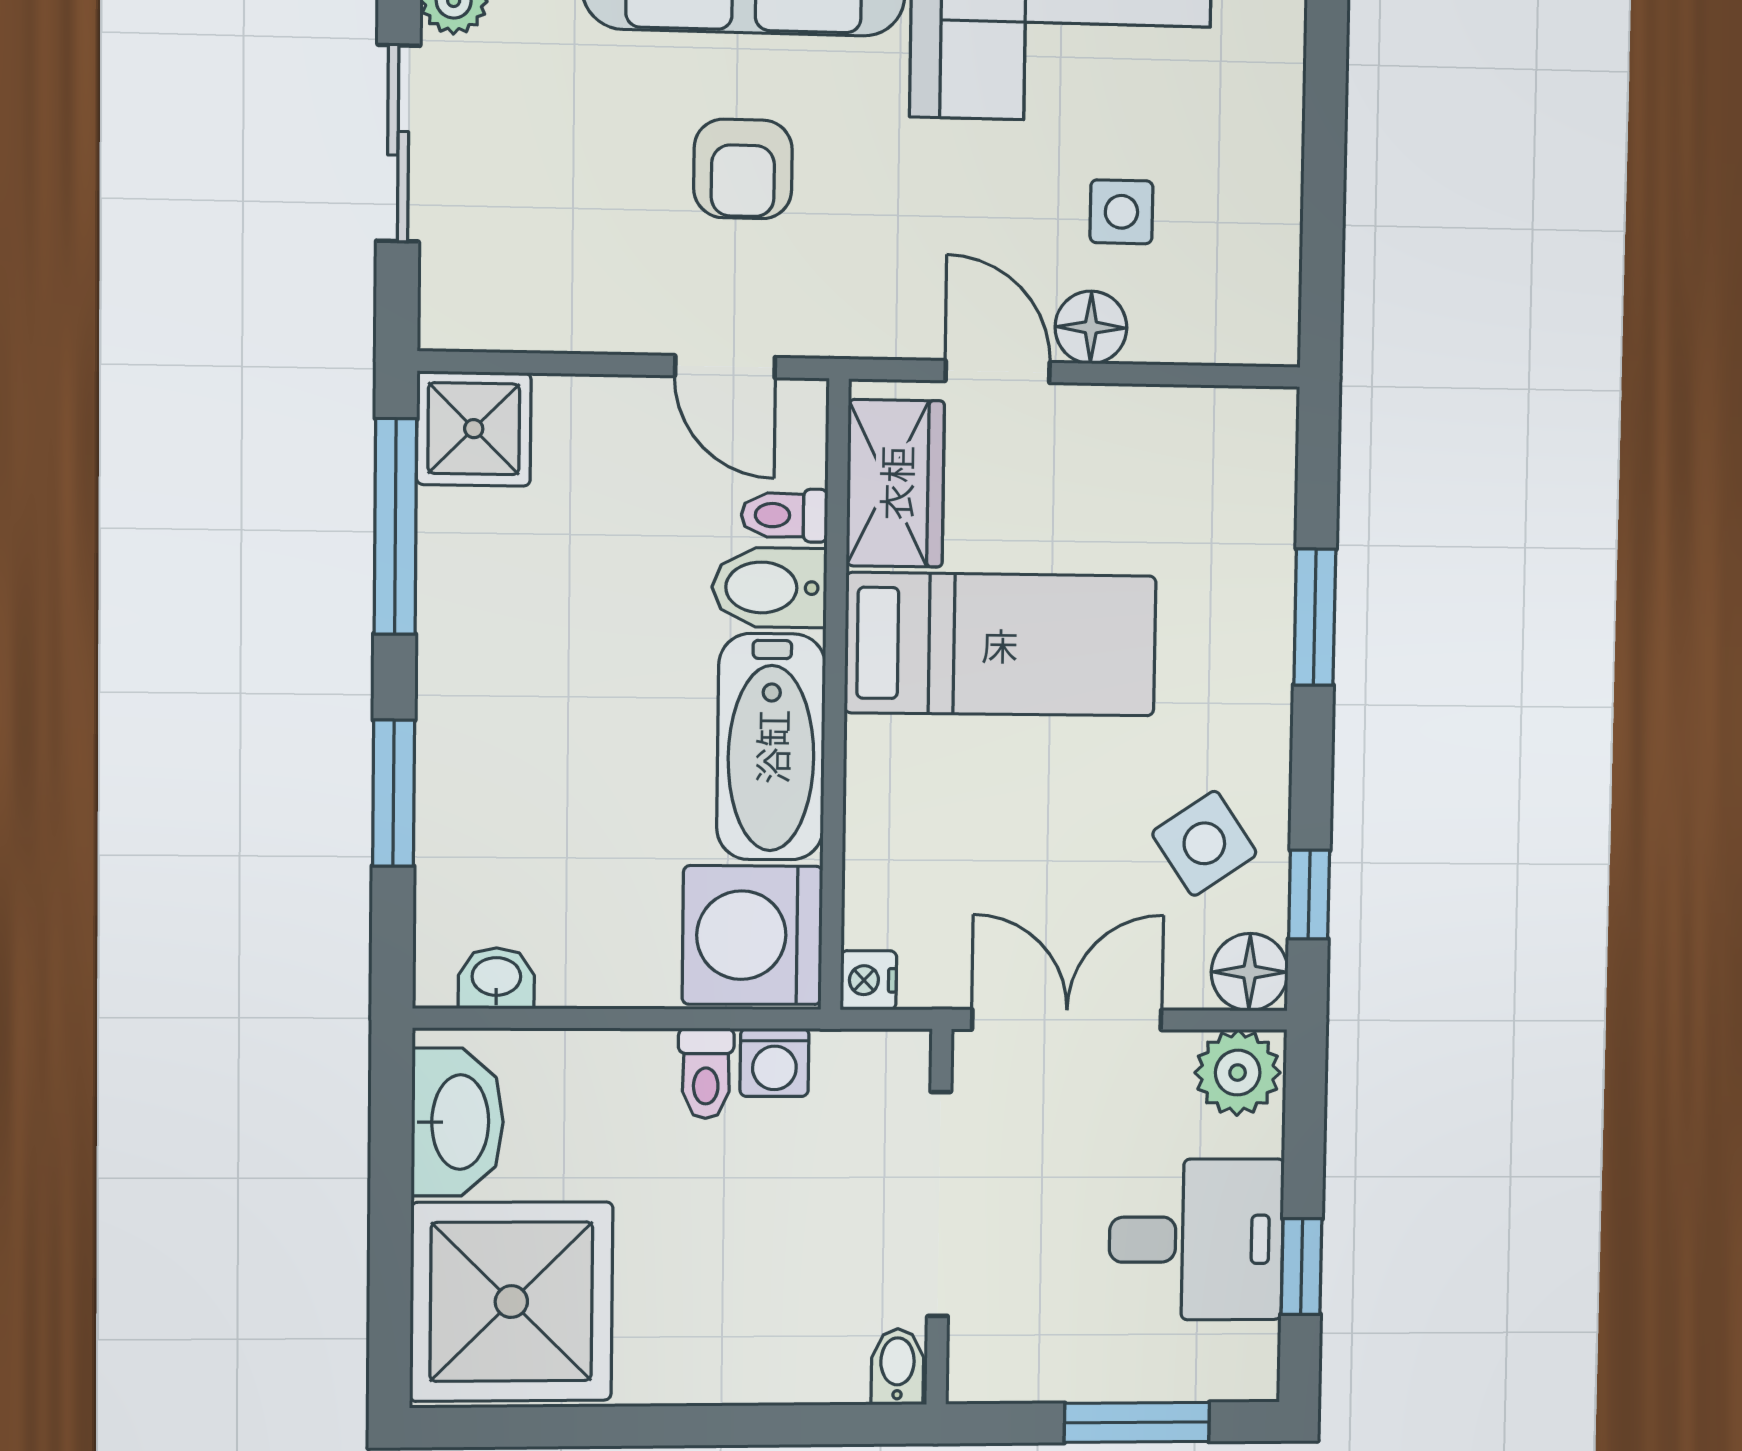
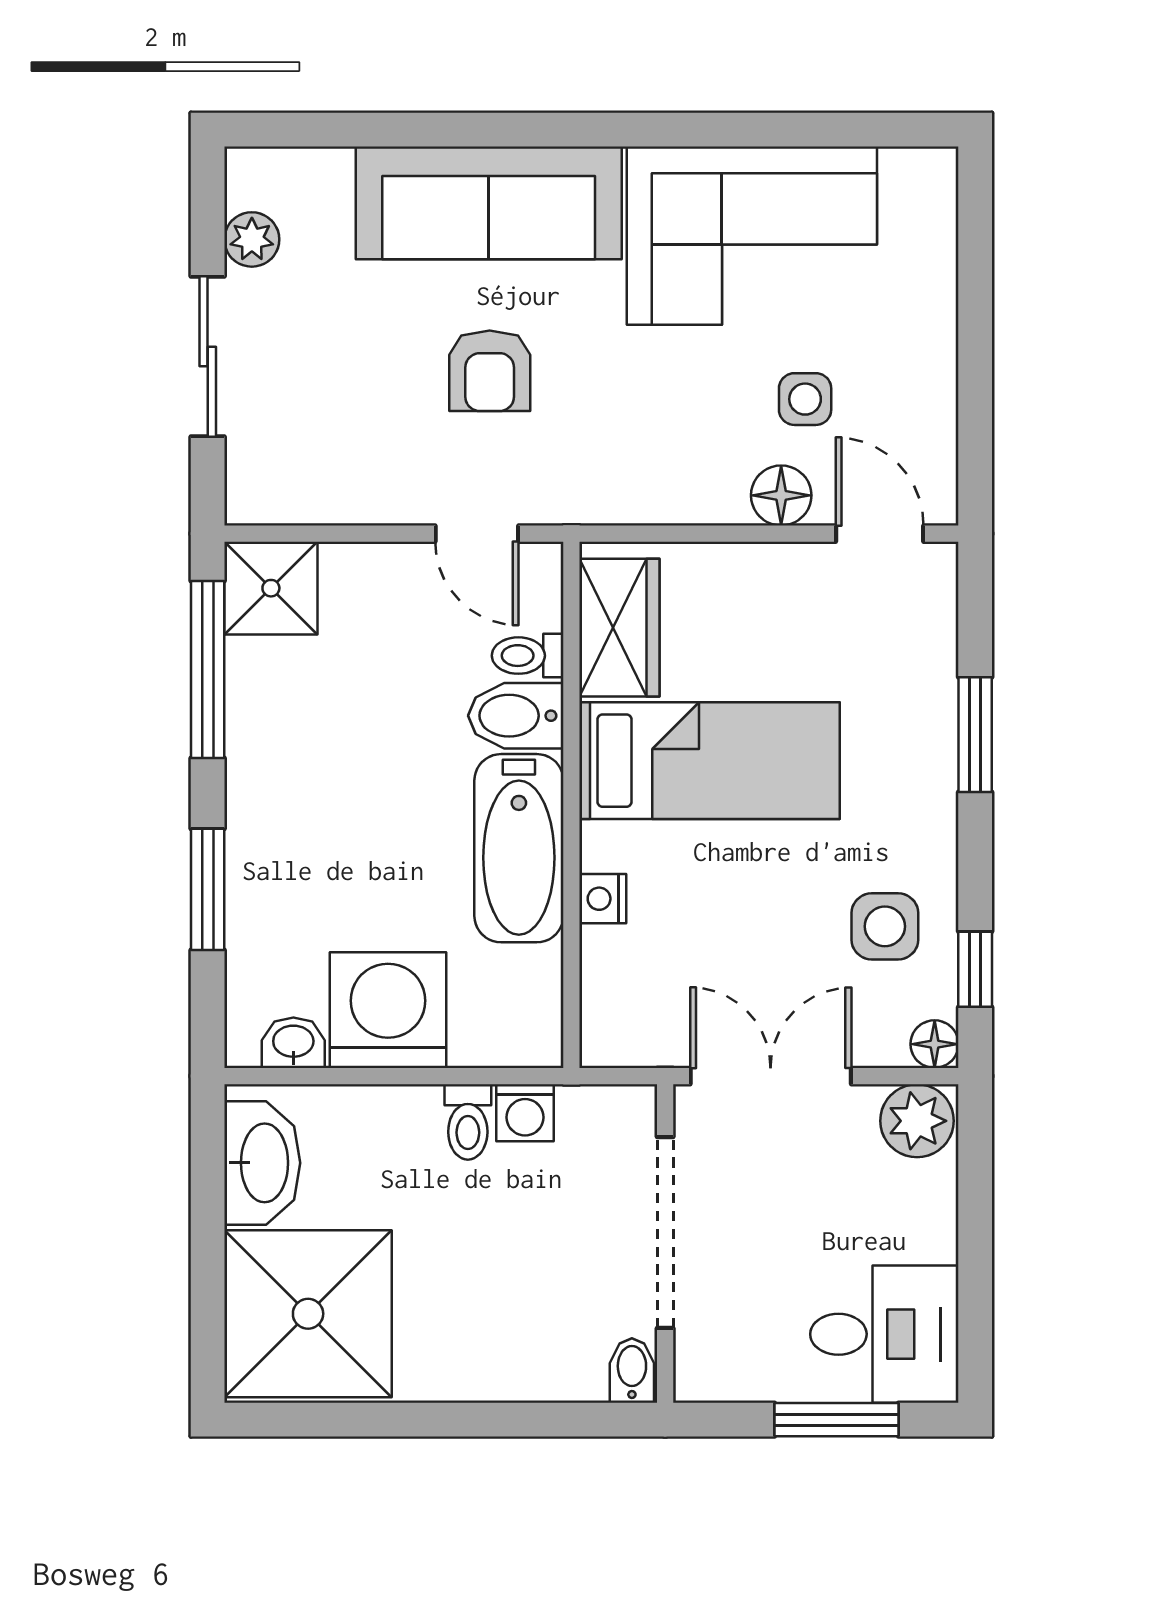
door: (998, 372) -> (880, 534), moved
side table: (1204, 843) -> (885, 926), turned 34
washing machine: (752, 935) -> (388, 1010), moved, turned 90
floor lamp: (1250, 972) -> (935, 1044), width x0.73, depth x0.73
nightstand: (868, 980) -> (603, 899), moved
desk: (1196, 1239) -> (884, 1334), moved
window: (1302, 1267) -> (975, 1287), removed

